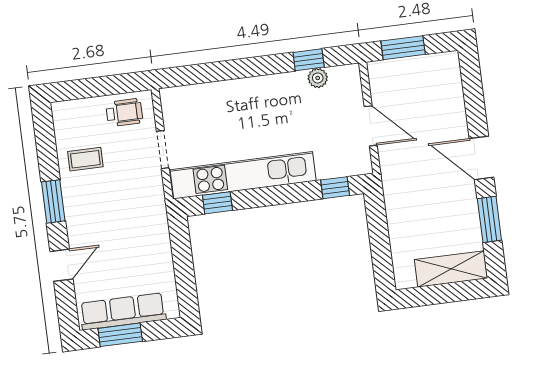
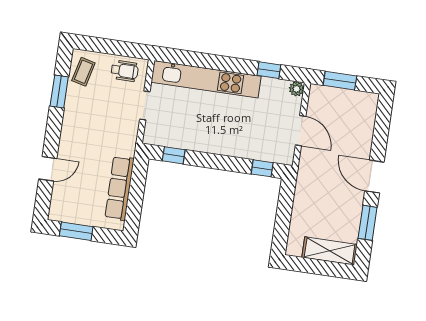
plant: (318, 78) -> (297, 89), moved
coffee table: (85, 159) -> (83, 72), moved, turned -76
kitchen unit: (243, 175) -> (206, 79), moved, turned 180
window: (53, 201) -> (59, 92), moved
row of seats: (123, 311) -> (120, 188), moved, turned -90

